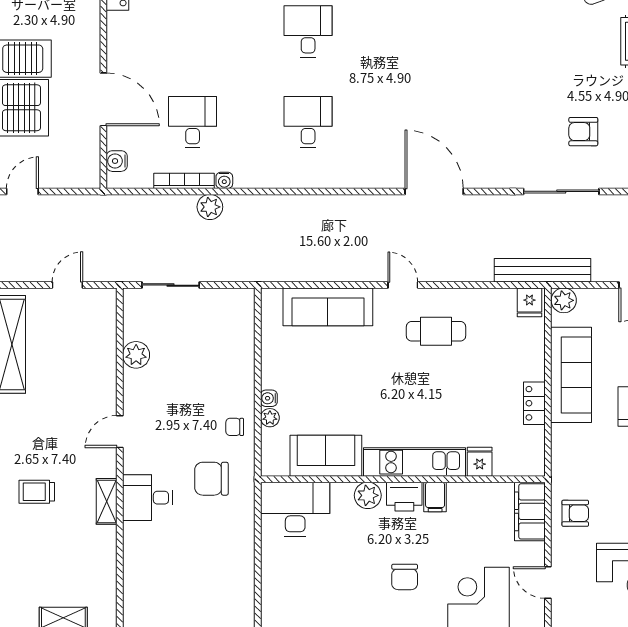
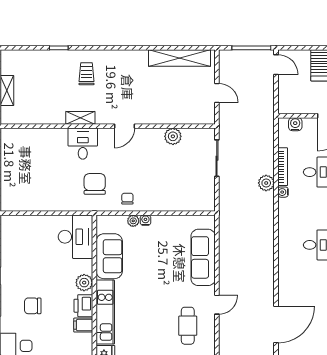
door: (120, 432) -> (124, 126), swing flipped

